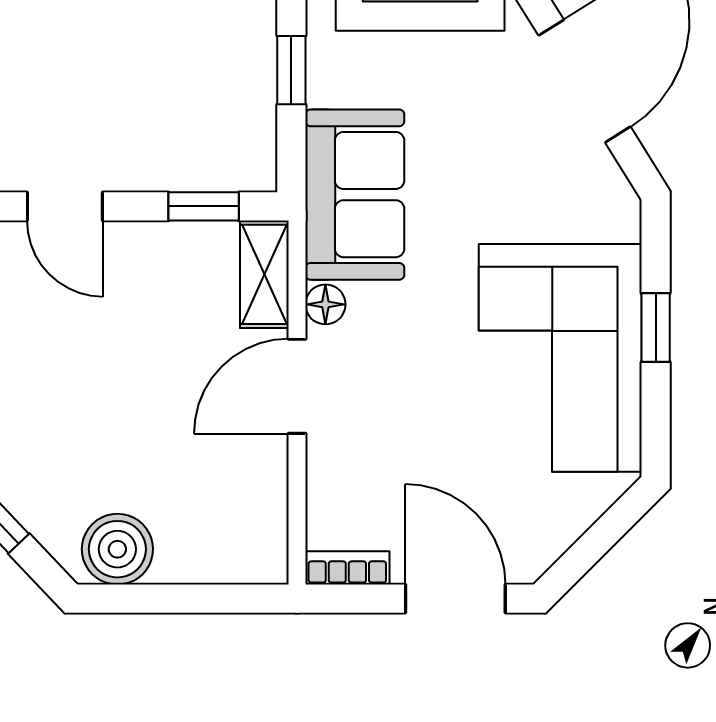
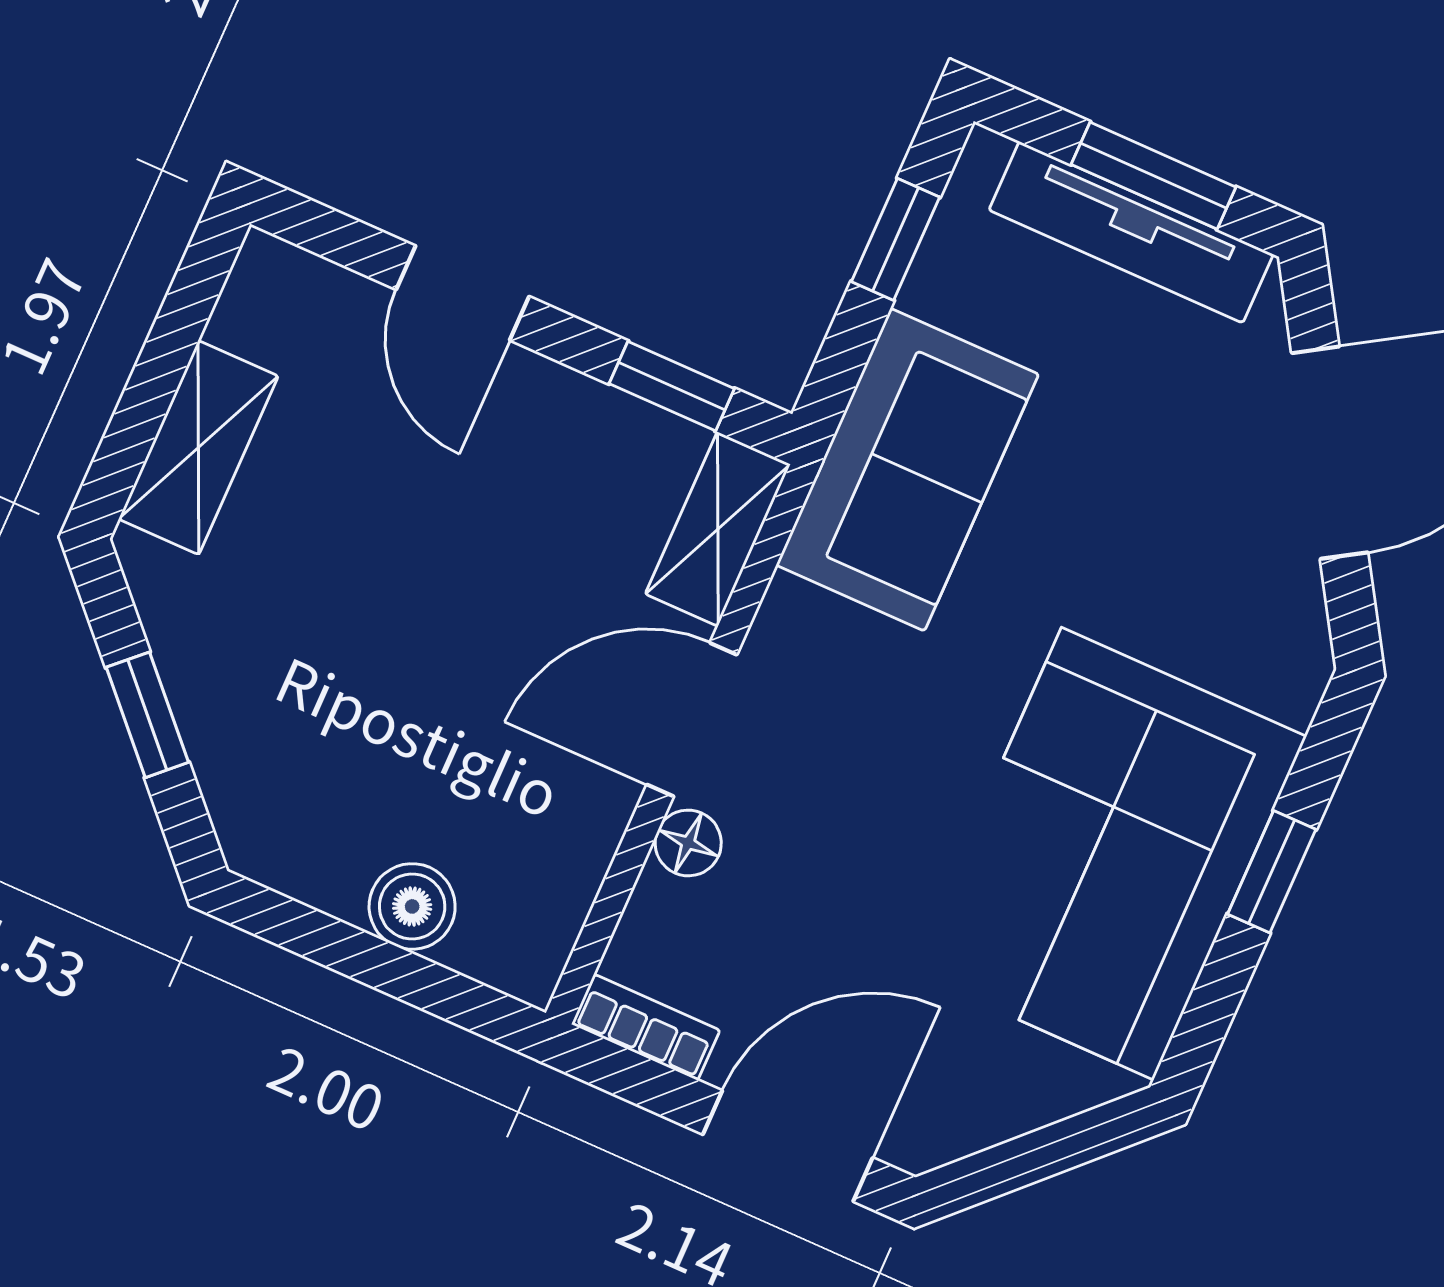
floor lamp: (325, 304) -> (688, 843), moved
boiler: (117, 549) -> (412, 906), moved, width x0.73, depth x0.73
door: (455, 599) -> (788, 1146), hinge flipped

